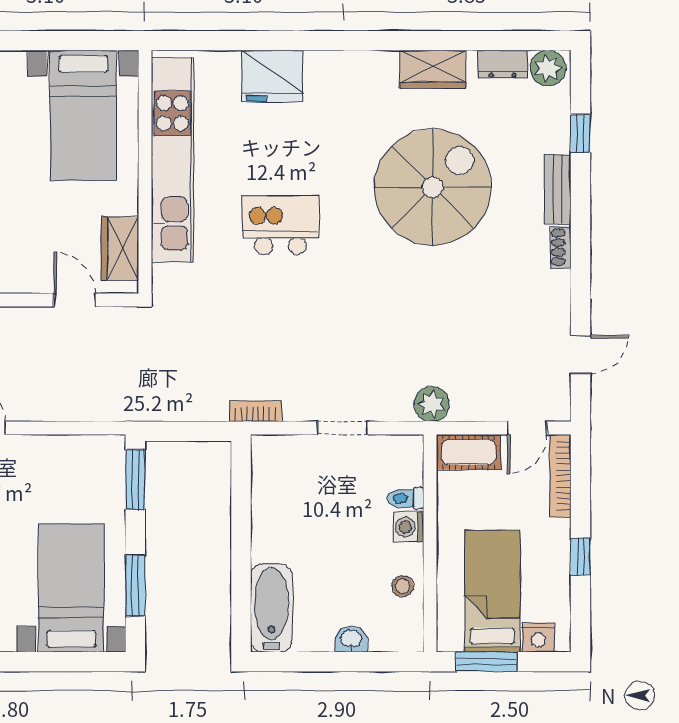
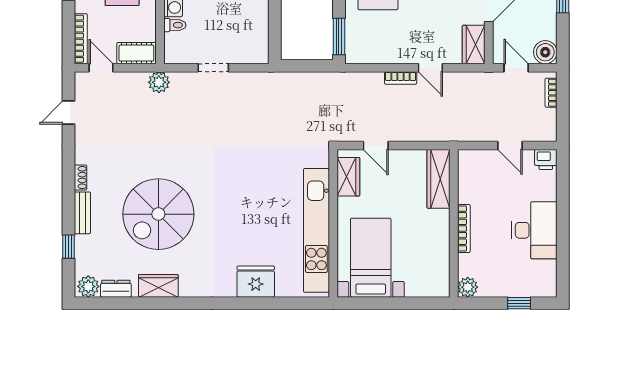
kitchen island: (281, 225) -> (251, 191), removed
bookcase: (255, 411) -> (401, 78), moved
door: (527, 428) -> (101, 68), hinge flipped

